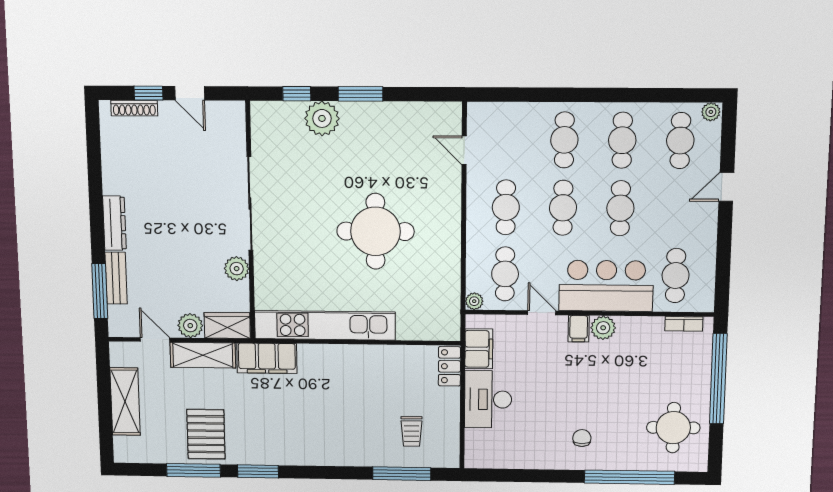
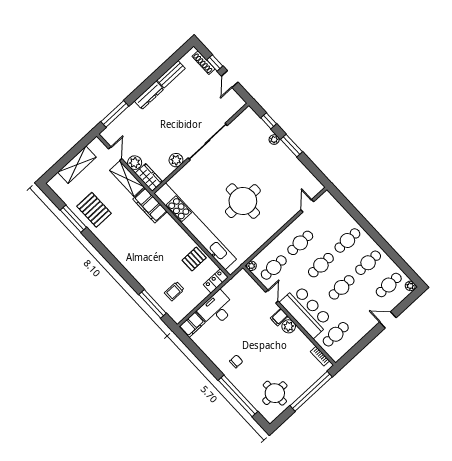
plant: (322, 118) -> (274, 140), width x0.53, depth x0.53
bench: (116, 278) -> (171, 74), moved
kitchen unit: (325, 325) -> (195, 226), width x1.36
filing cabinet: (479, 349) -> (192, 325), moved
pallet: (393, 367) -> (194, 259), added
pallet: (206, 434) -> (94, 210), turned 90
window: (258, 471) -> (98, 245), removed

